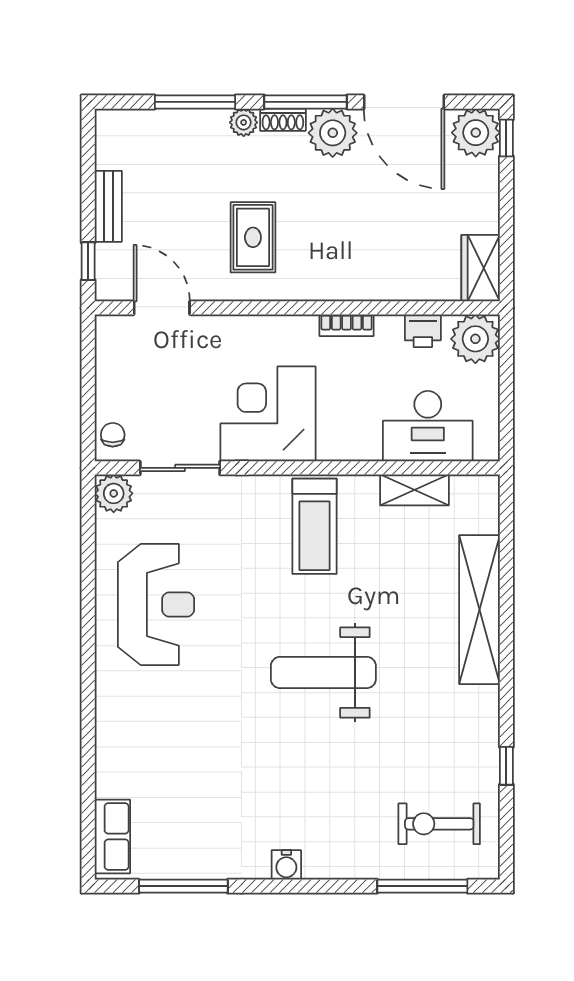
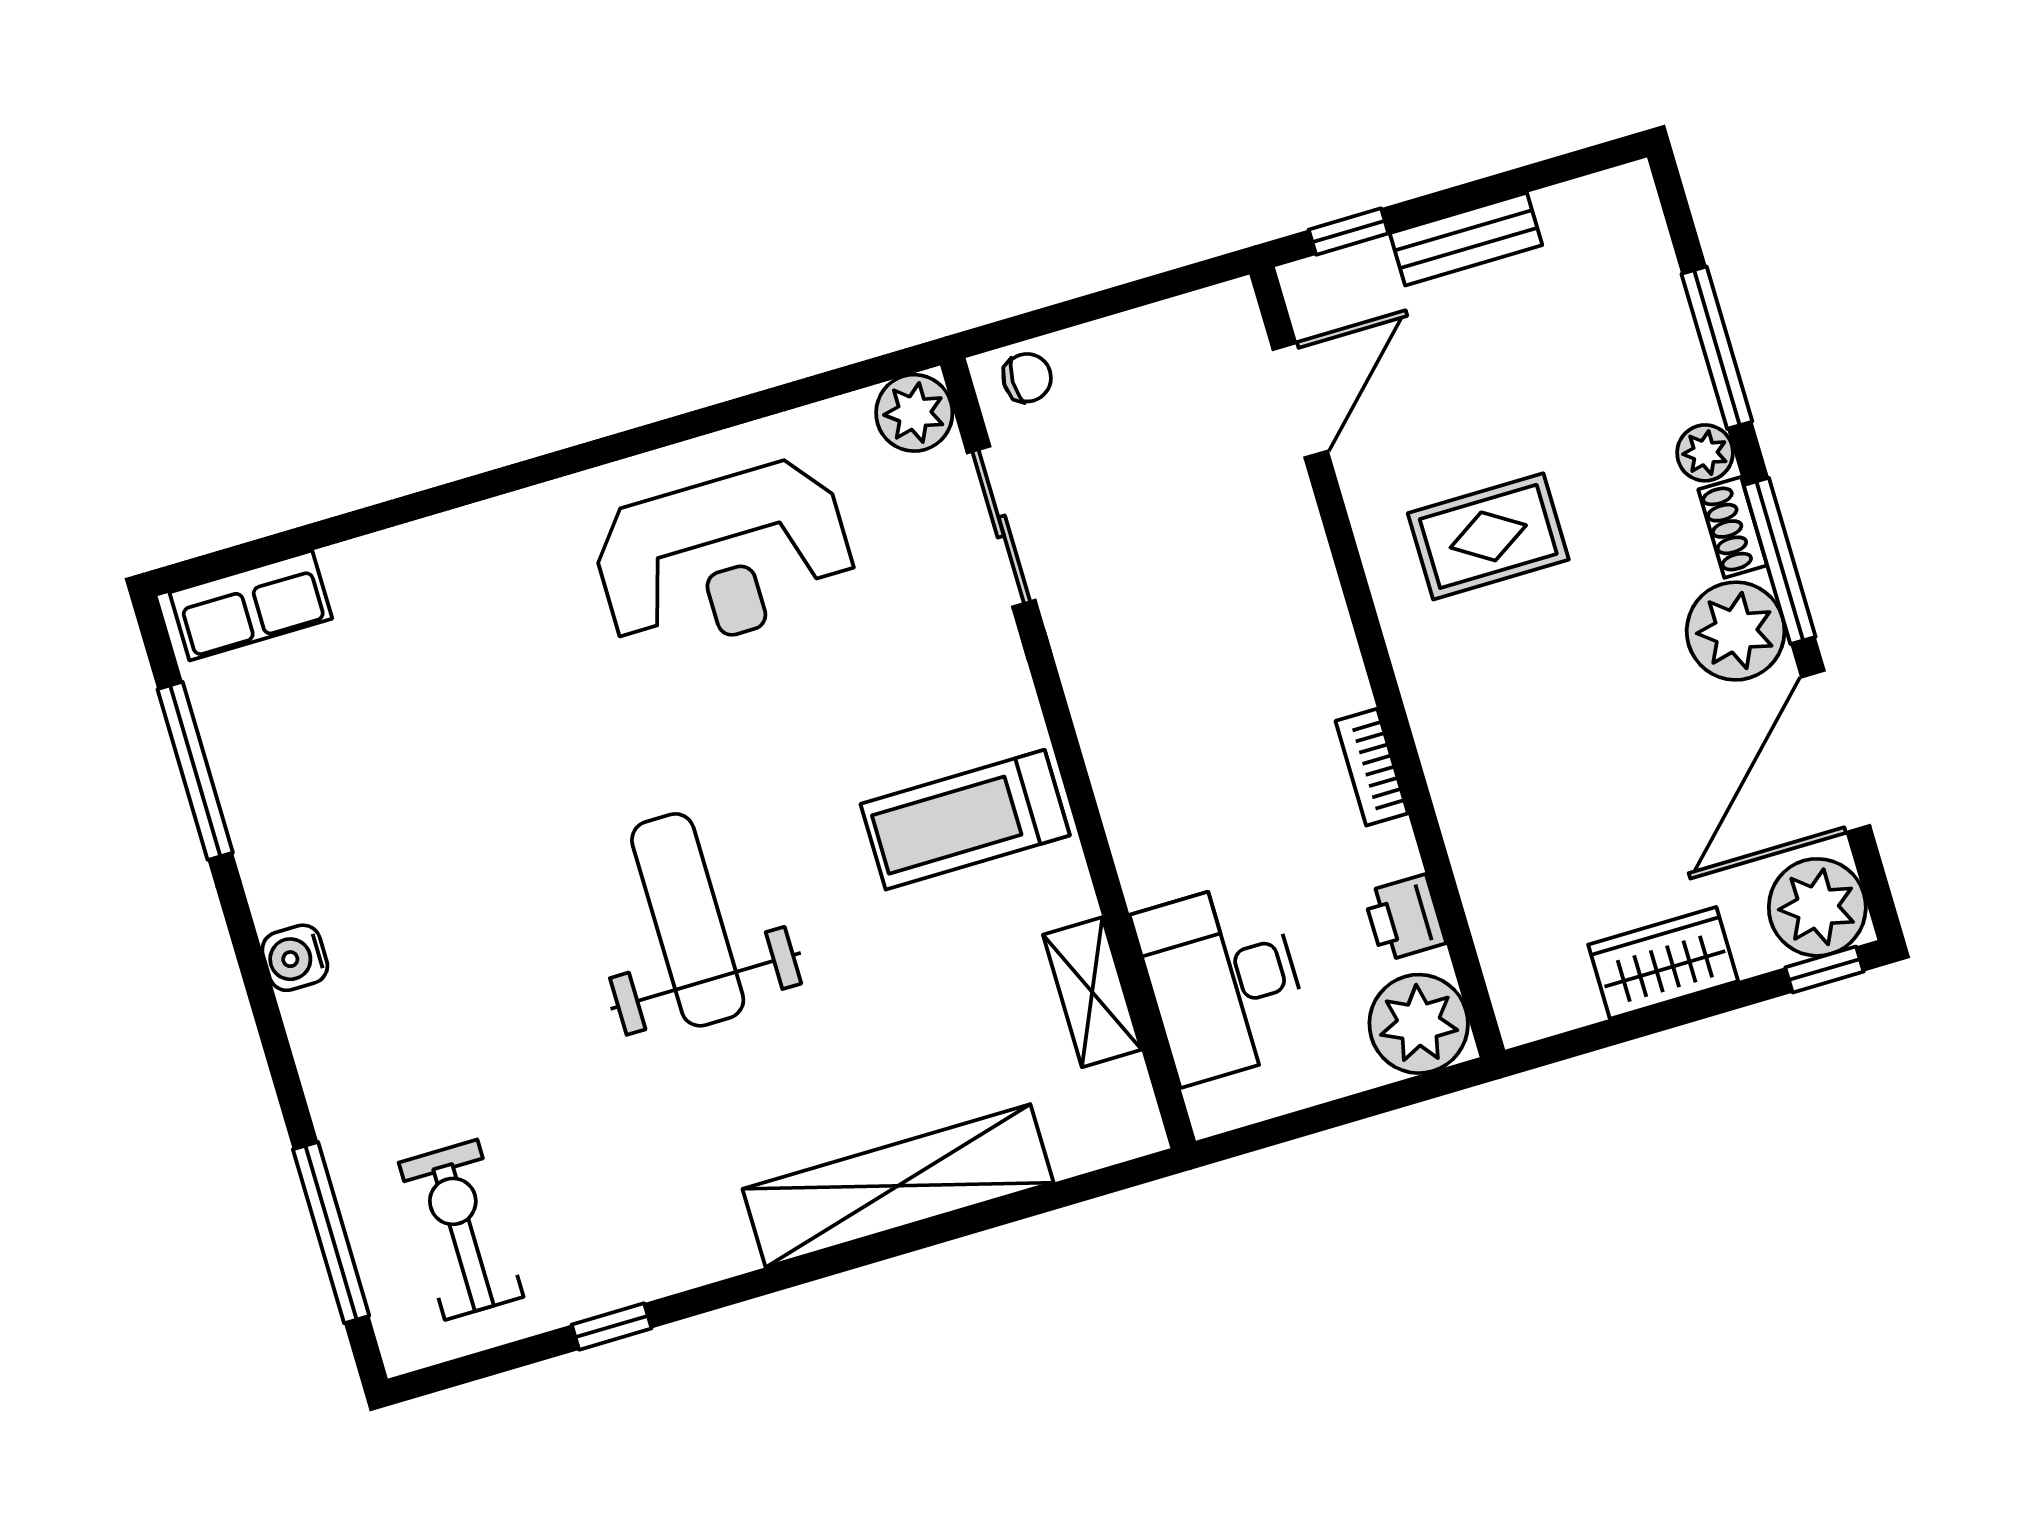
wardrobe: (481, 268) -> (1663, 963), moved
corner desk: (268, 414) -> (1156, 666), removed

